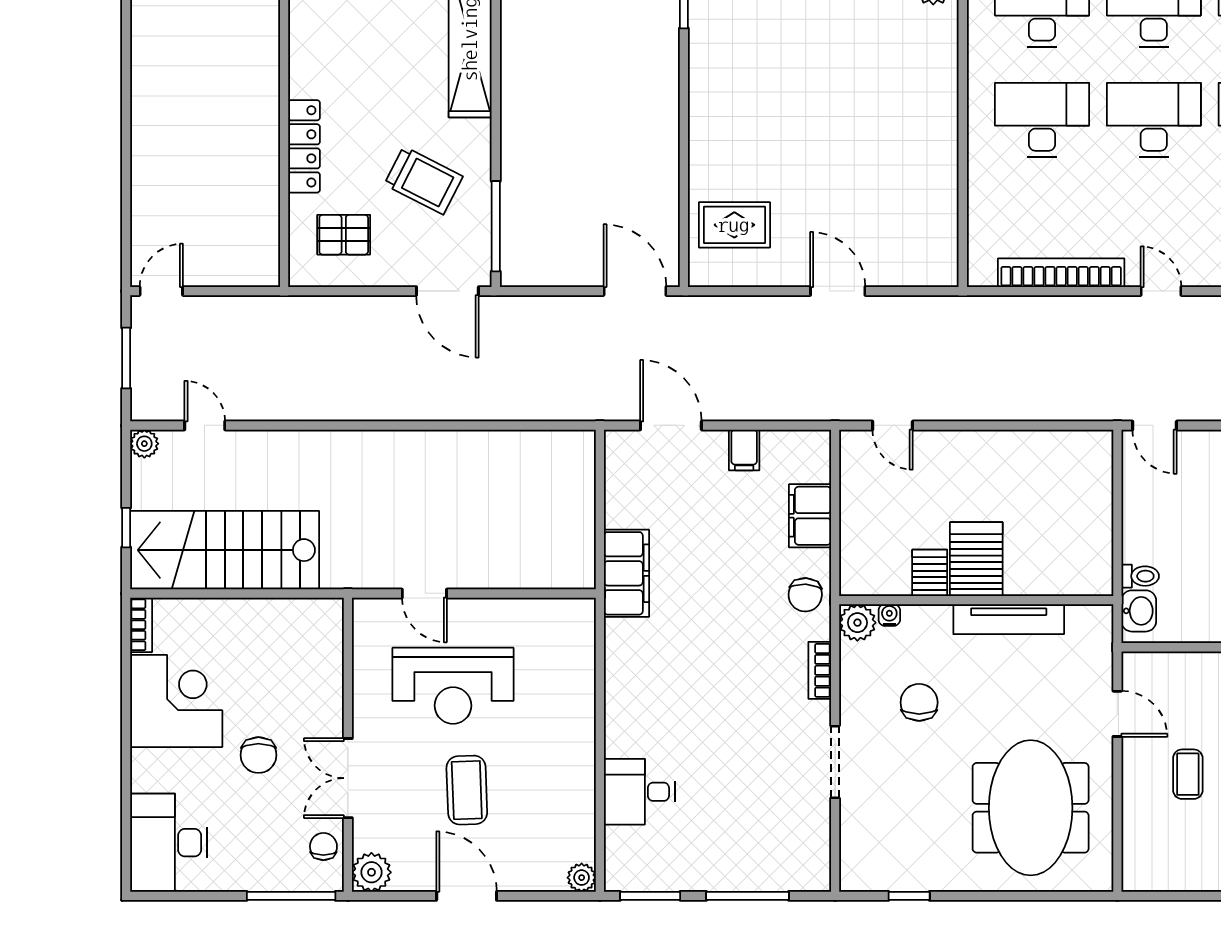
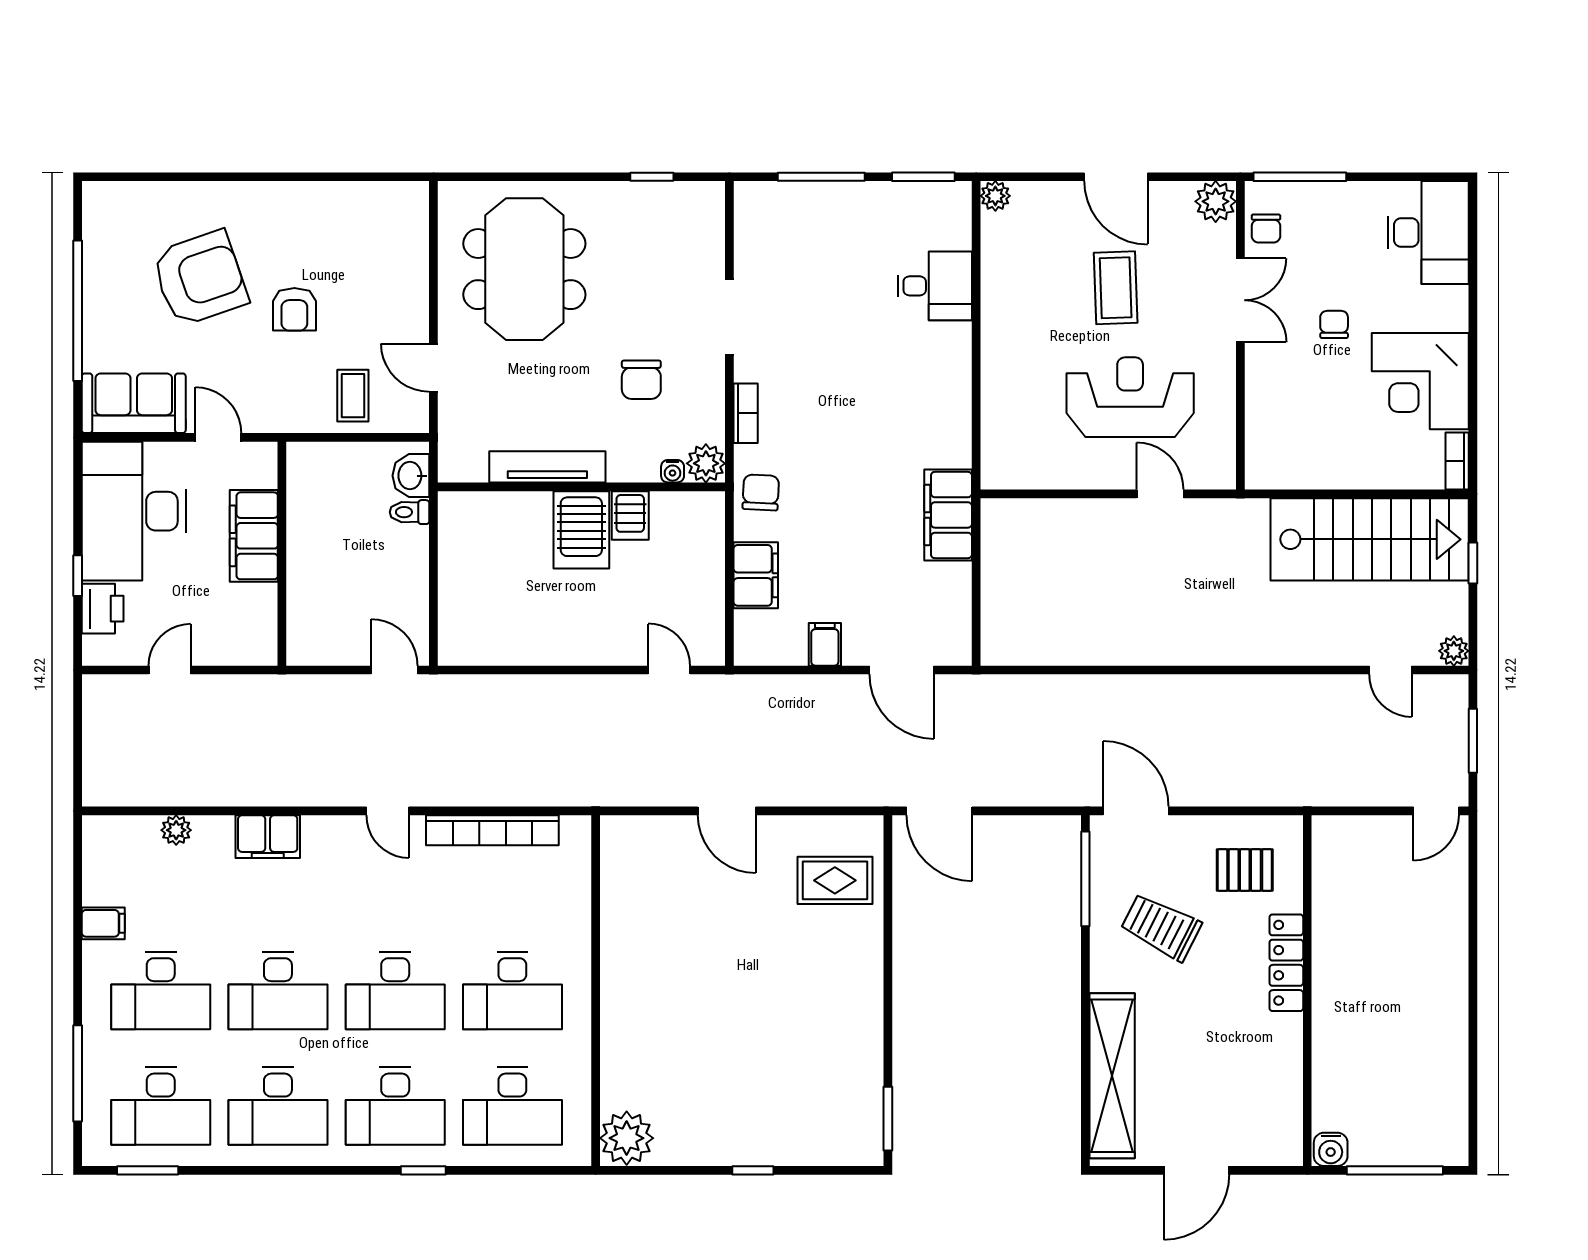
chair: (258, 755) -> (1334, 324), width x0.73, depth x0.73
coffee table: (1188, 774) -> (353, 396), moved

